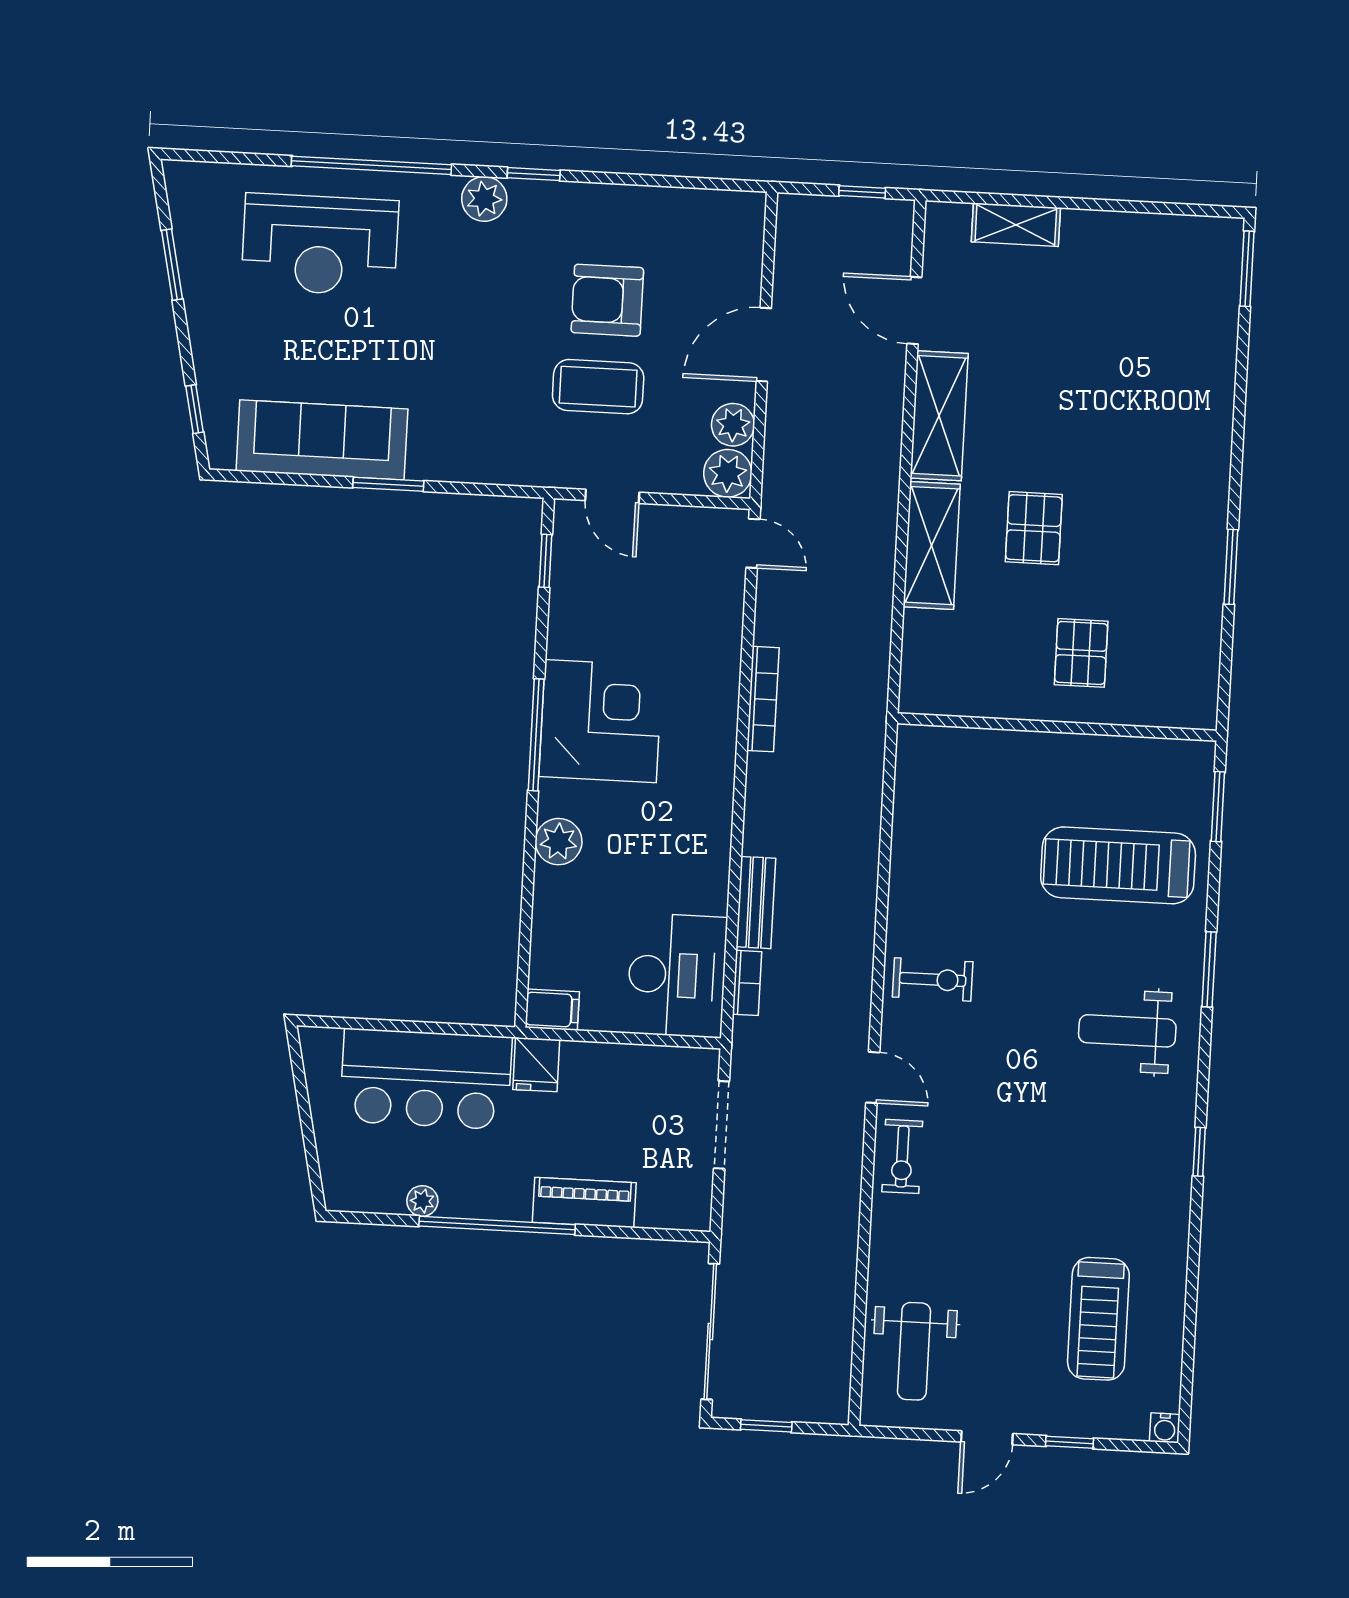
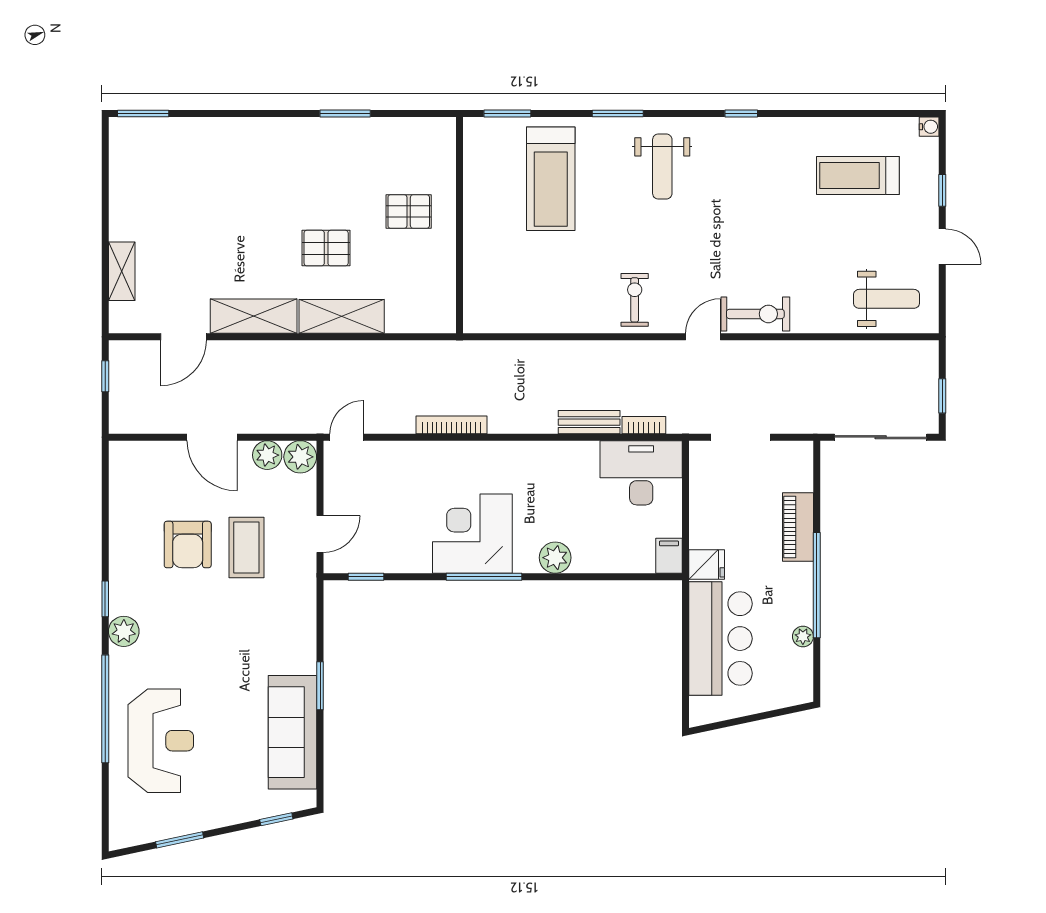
exercise bike: (902, 1156) -> (755, 314), width x1.38, depth x1.39
treadmill: (1098, 1319) -> (858, 175), turned 180

